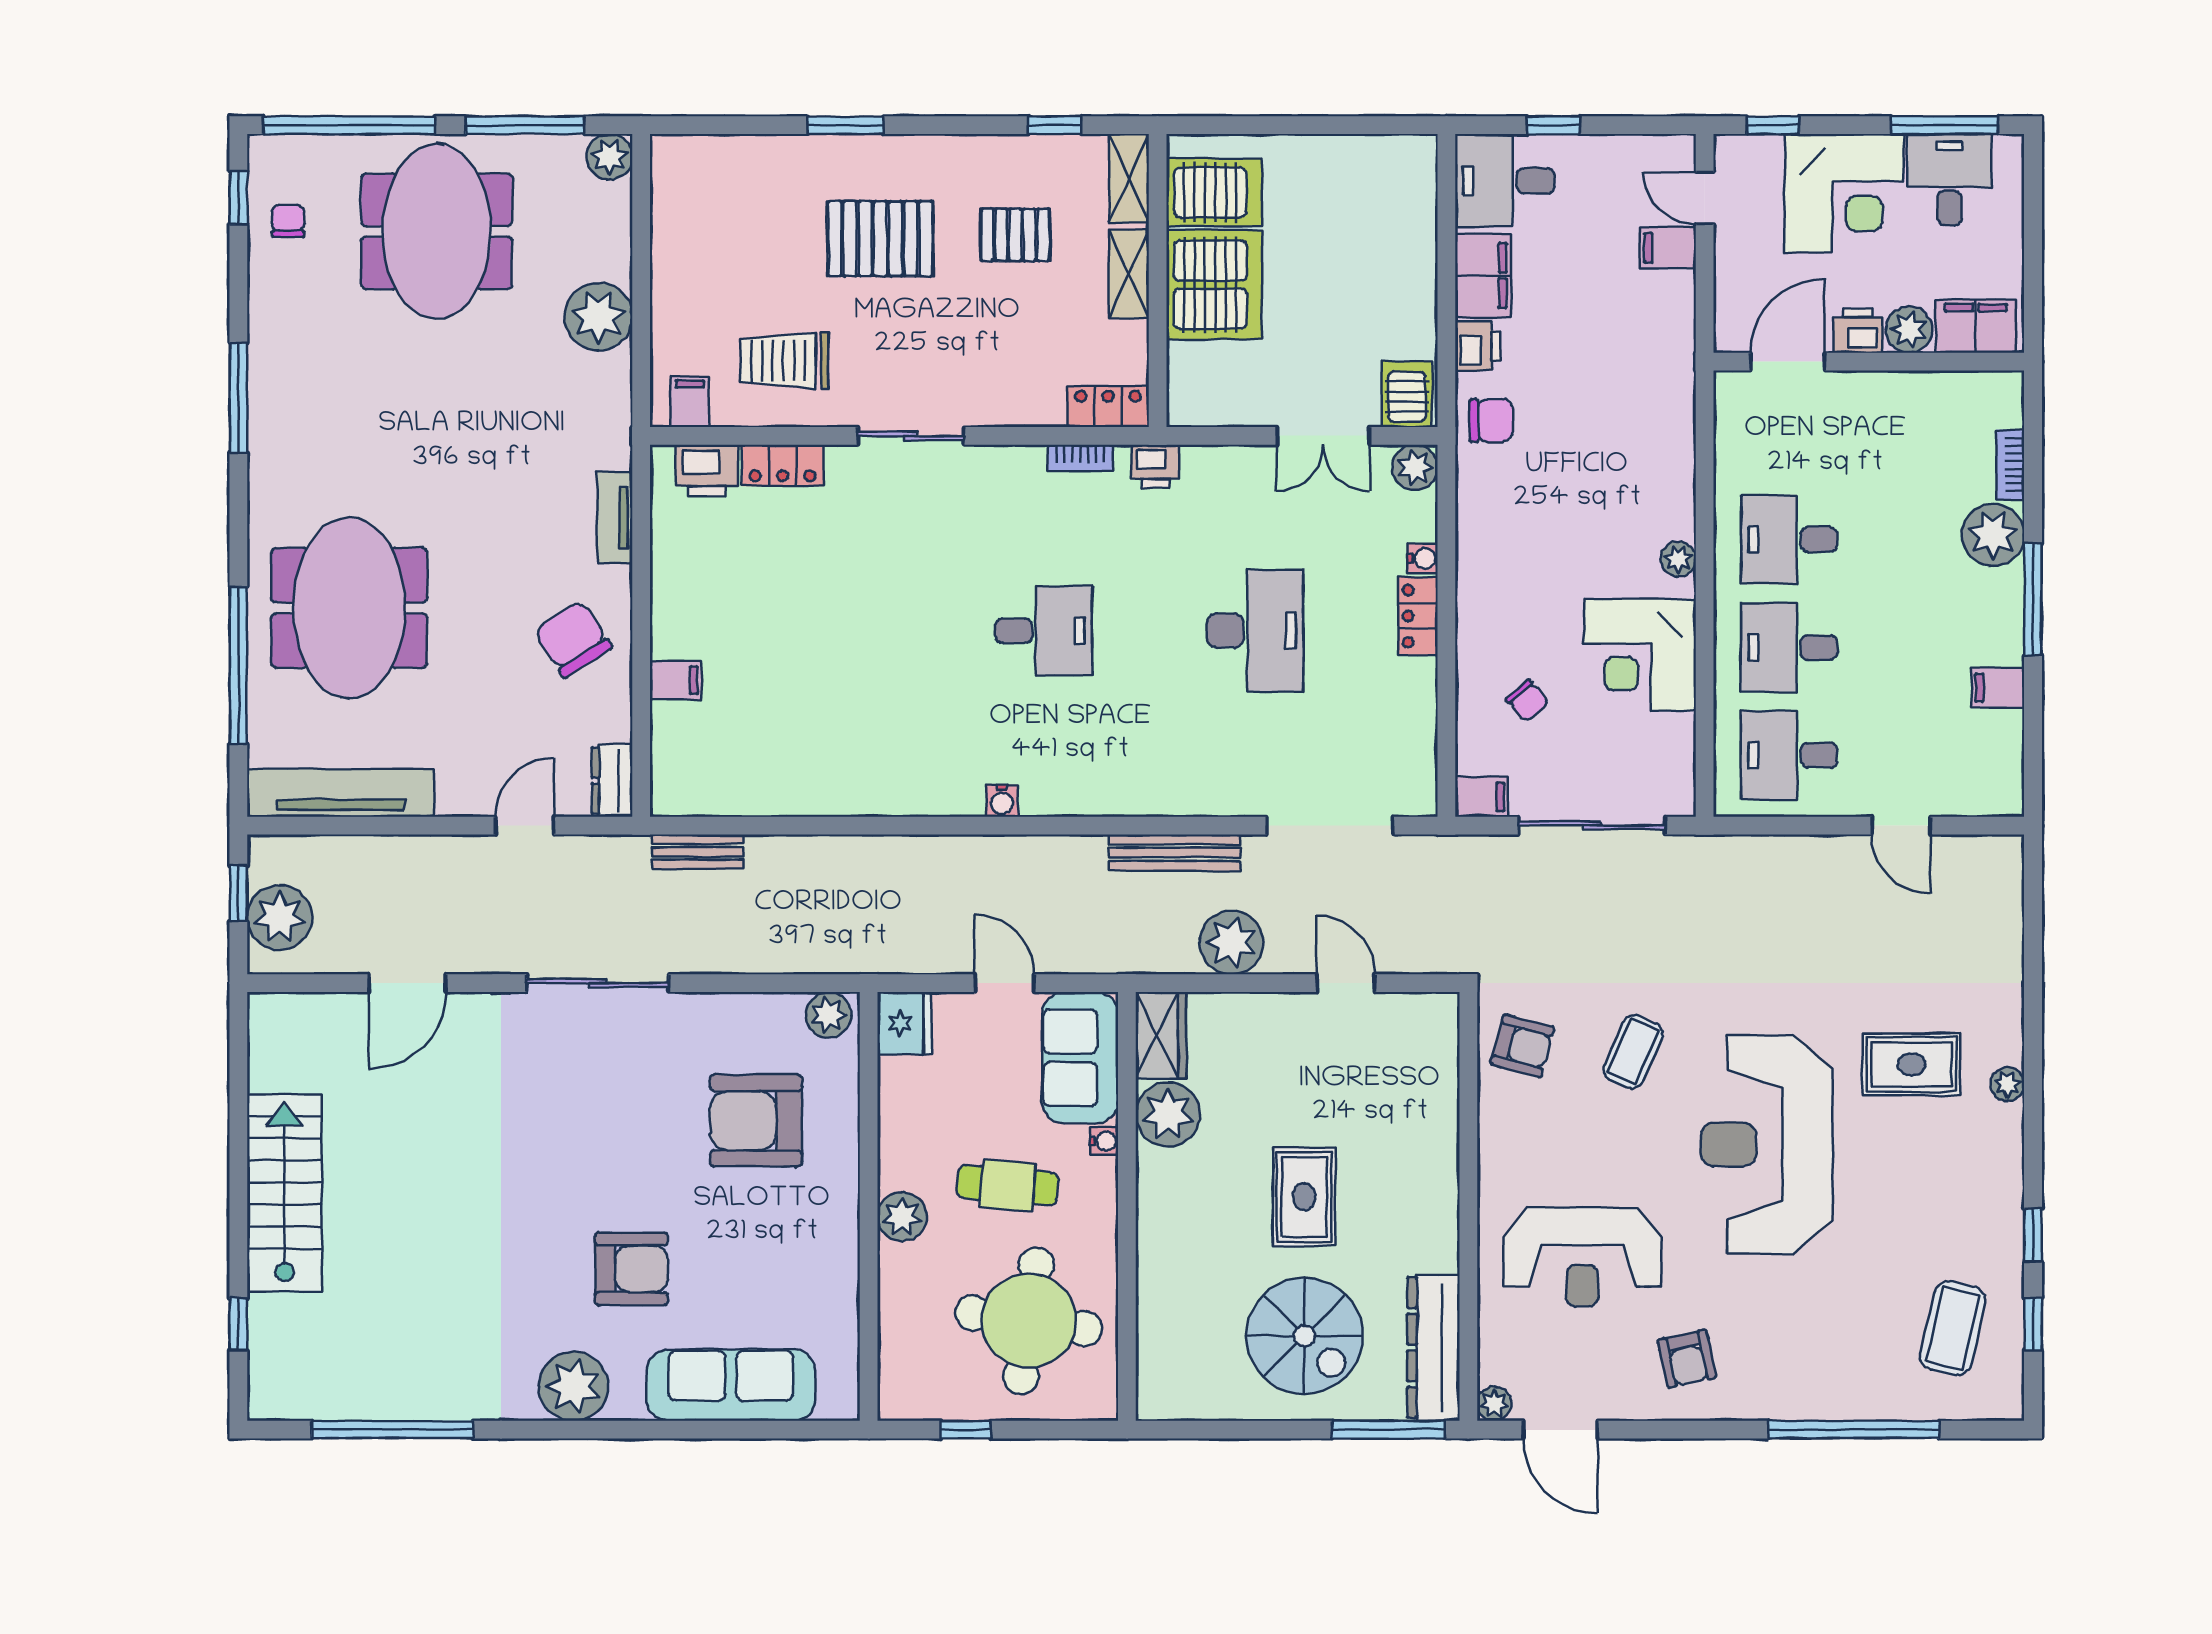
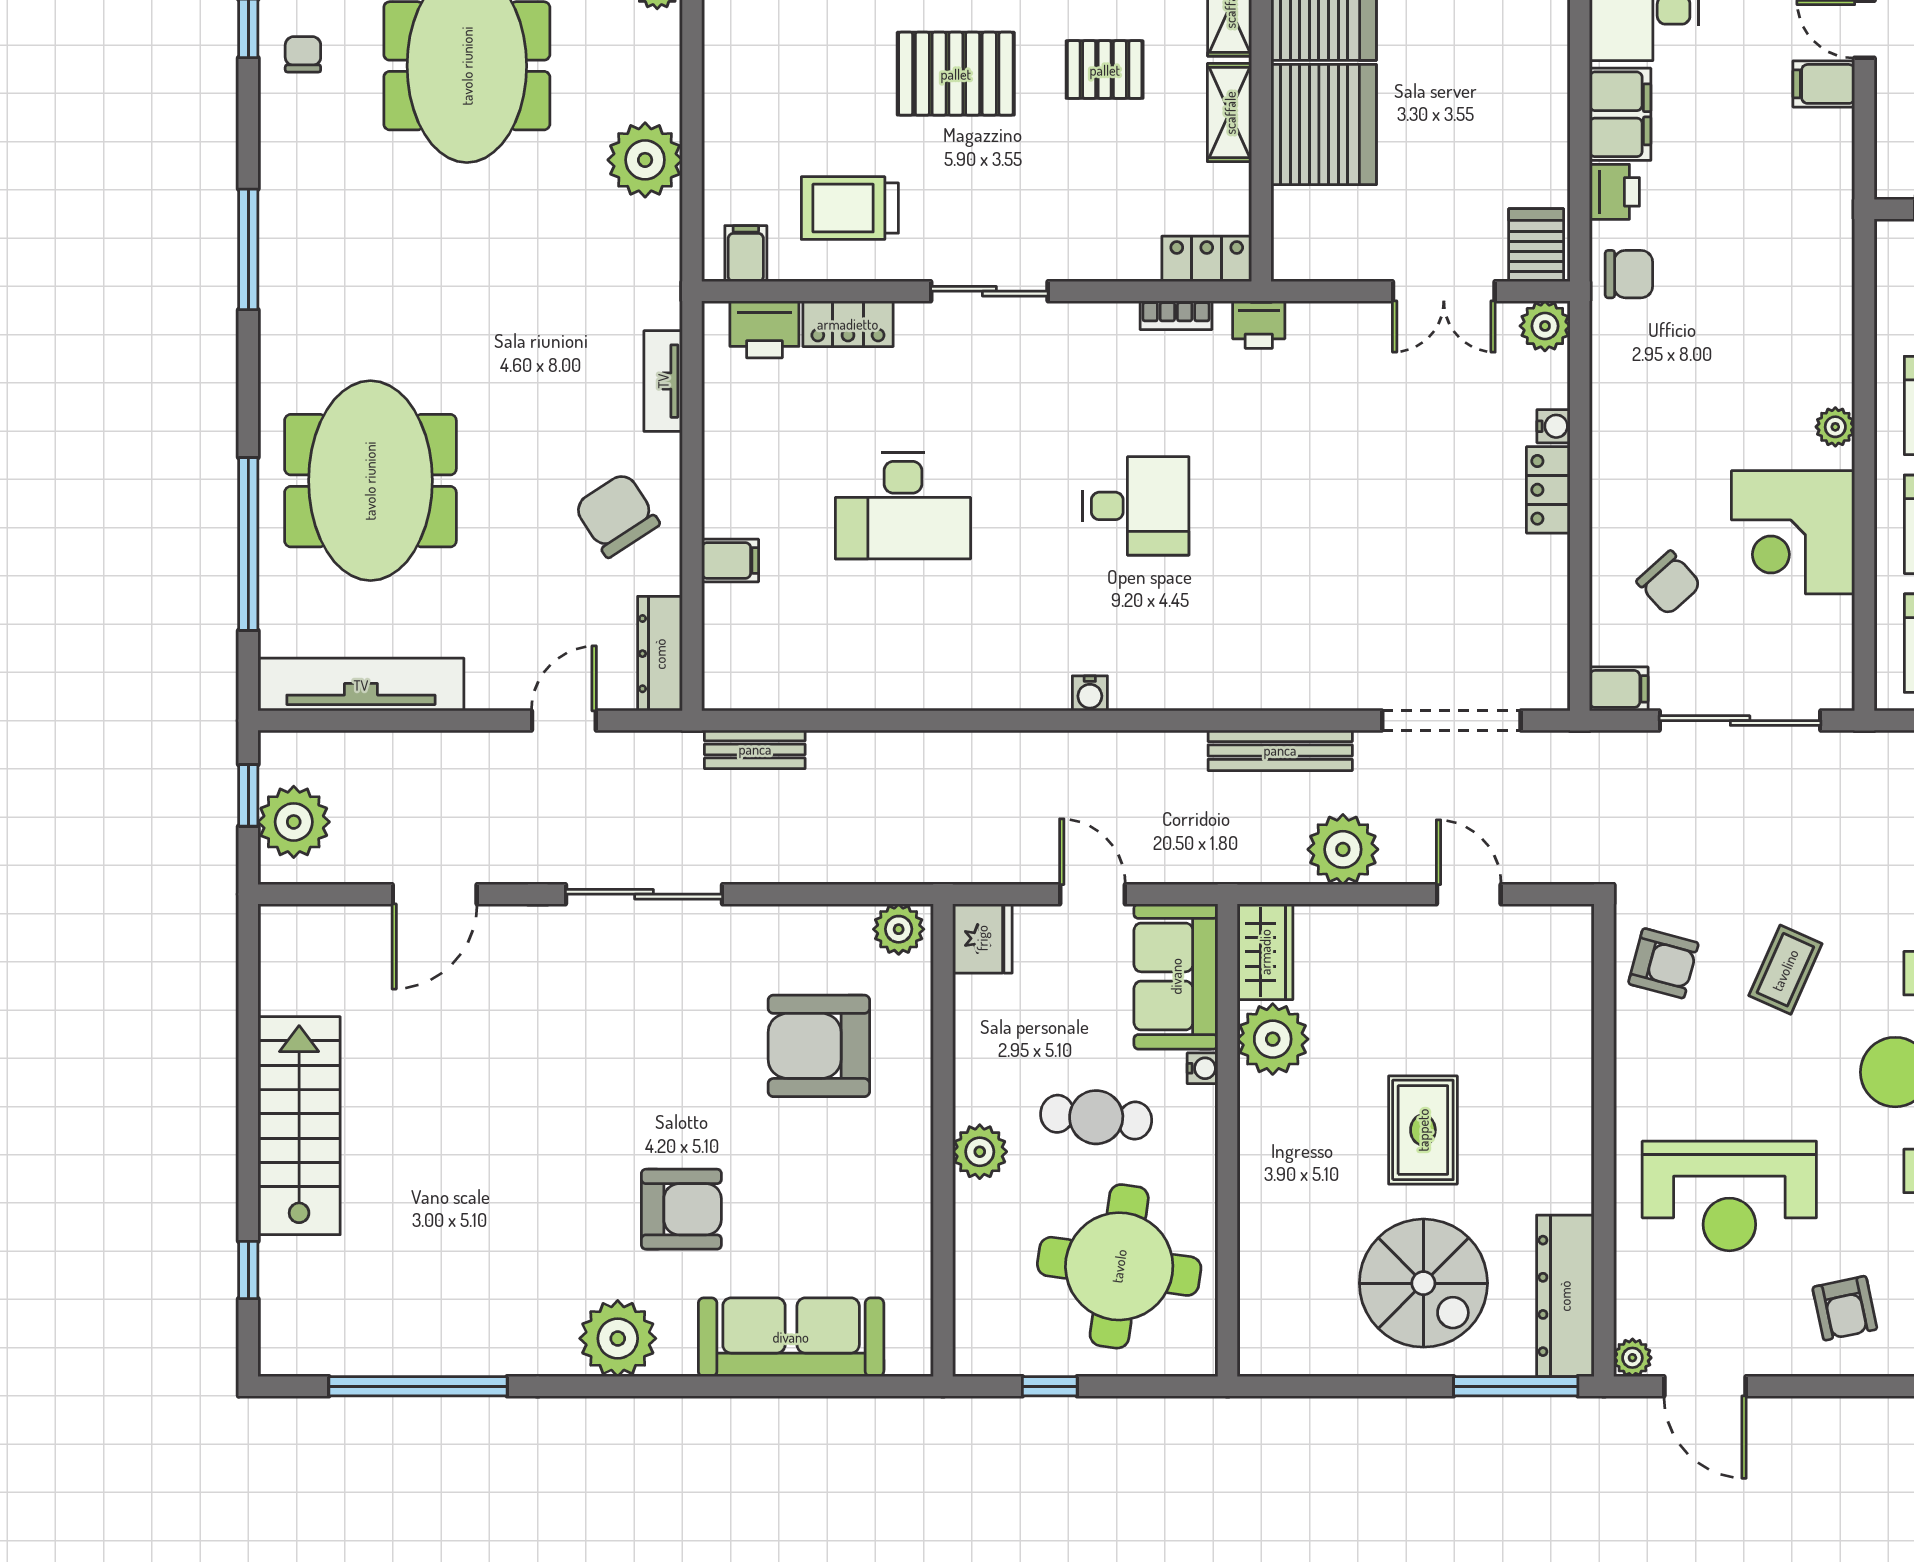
desk: (1255, 631) -> (903, 506), moved, turned 90
chair: (1527, 701) -> (1669, 583), width x1.37, depth x1.37
dresser: (612, 781) -> (660, 654), width x1.44

